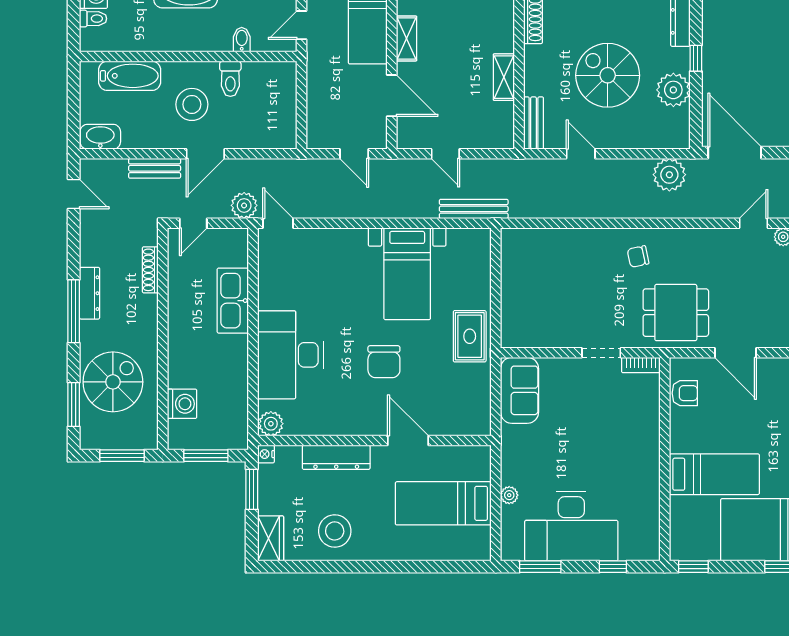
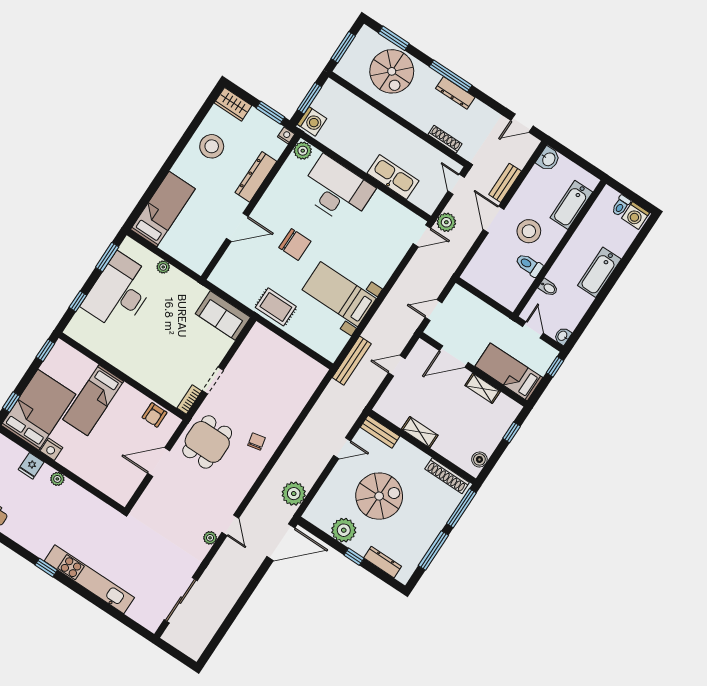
washbasin: (100, 137) -> (548, 159), width x0.72
chair: (384, 362) -> (295, 244), turned 180
washing machine: (182, 404) -> (312, 121), moved, turned -90
bed: (443, 503) -> (163, 209), moved

